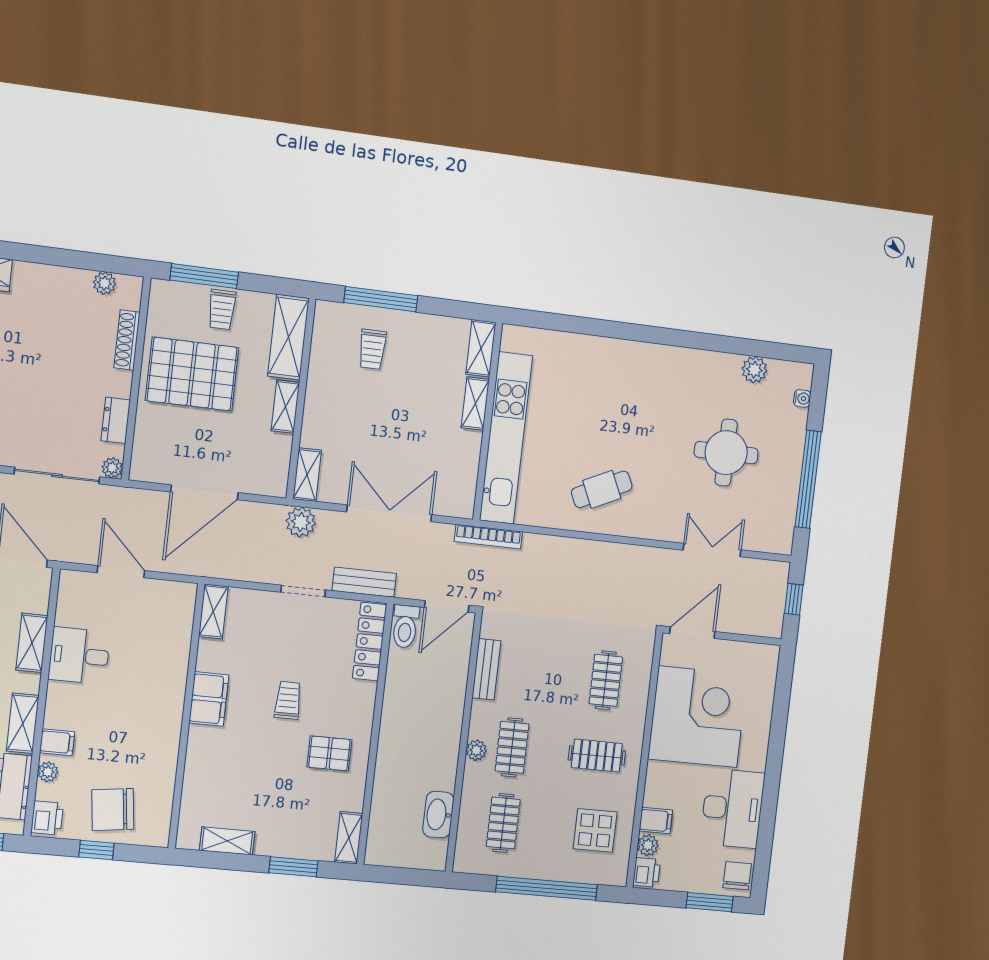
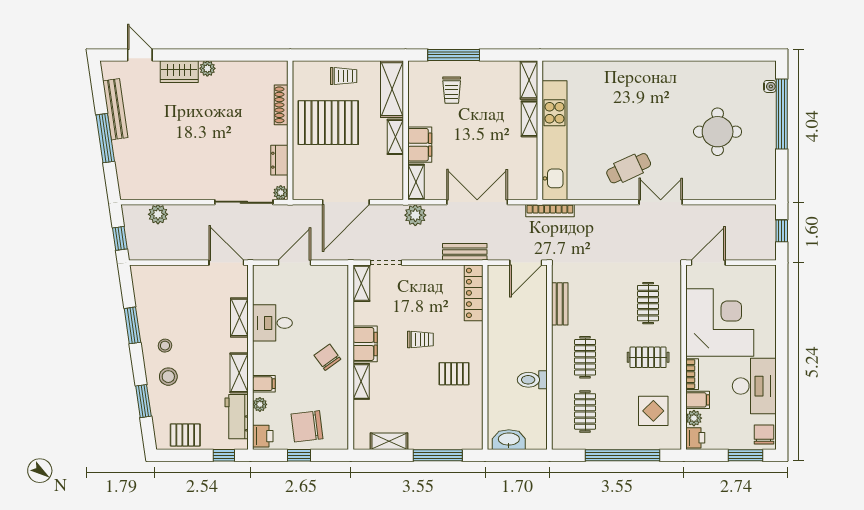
window: (204, 276) -> (329, 55), removed
plant: (105, 283) -> (207, 68), moved
trolley: (222, 310) -> (344, 76), turned -90
plant: (754, 370) -> (731, 70), removed
filing cabinet: (319, 422) -> (420, 145), added
window: (808, 479) -> (782, 114), moved
double door: (712, 550) -> (661, 202), moved
door: (121, 572) -> (295, 263), hinge flipped
doorway: (303, 591) -> (386, 263), moved
toilet: (405, 626) -> (532, 380), moved, turned 90
trolley: (288, 700) -> (420, 339), turned 90
chair: (153, 713) -> (327, 357), added
plant: (476, 750) -> (559, 362), removed
bookcase: (653, 784) -> (692, 374), added
washbasin: (438, 815) -> (509, 440), moved, turned 90
shelving: (349, 838) -> (361, 381), moved
window: (293, 867) -> (438, 455), width x1.44

